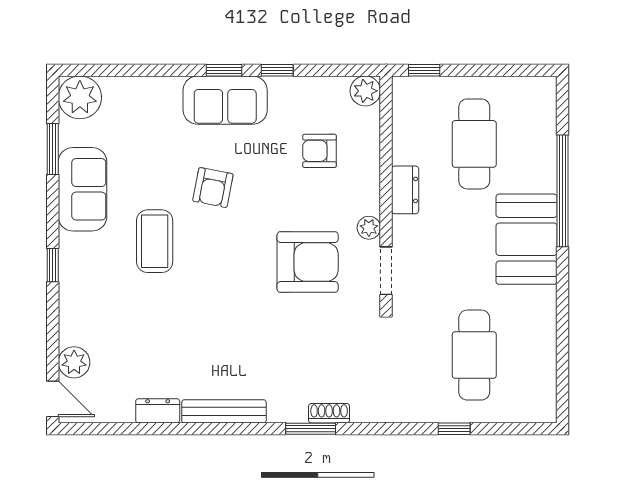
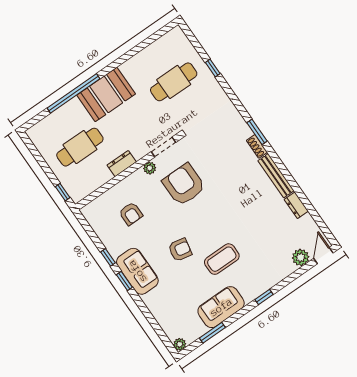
plant: (365, 91) -> (90, 212), removed
plant: (80, 97) -> (180, 344), width x0.53, depth x0.53
shoe rack: (329, 413) -> (257, 146), moved

